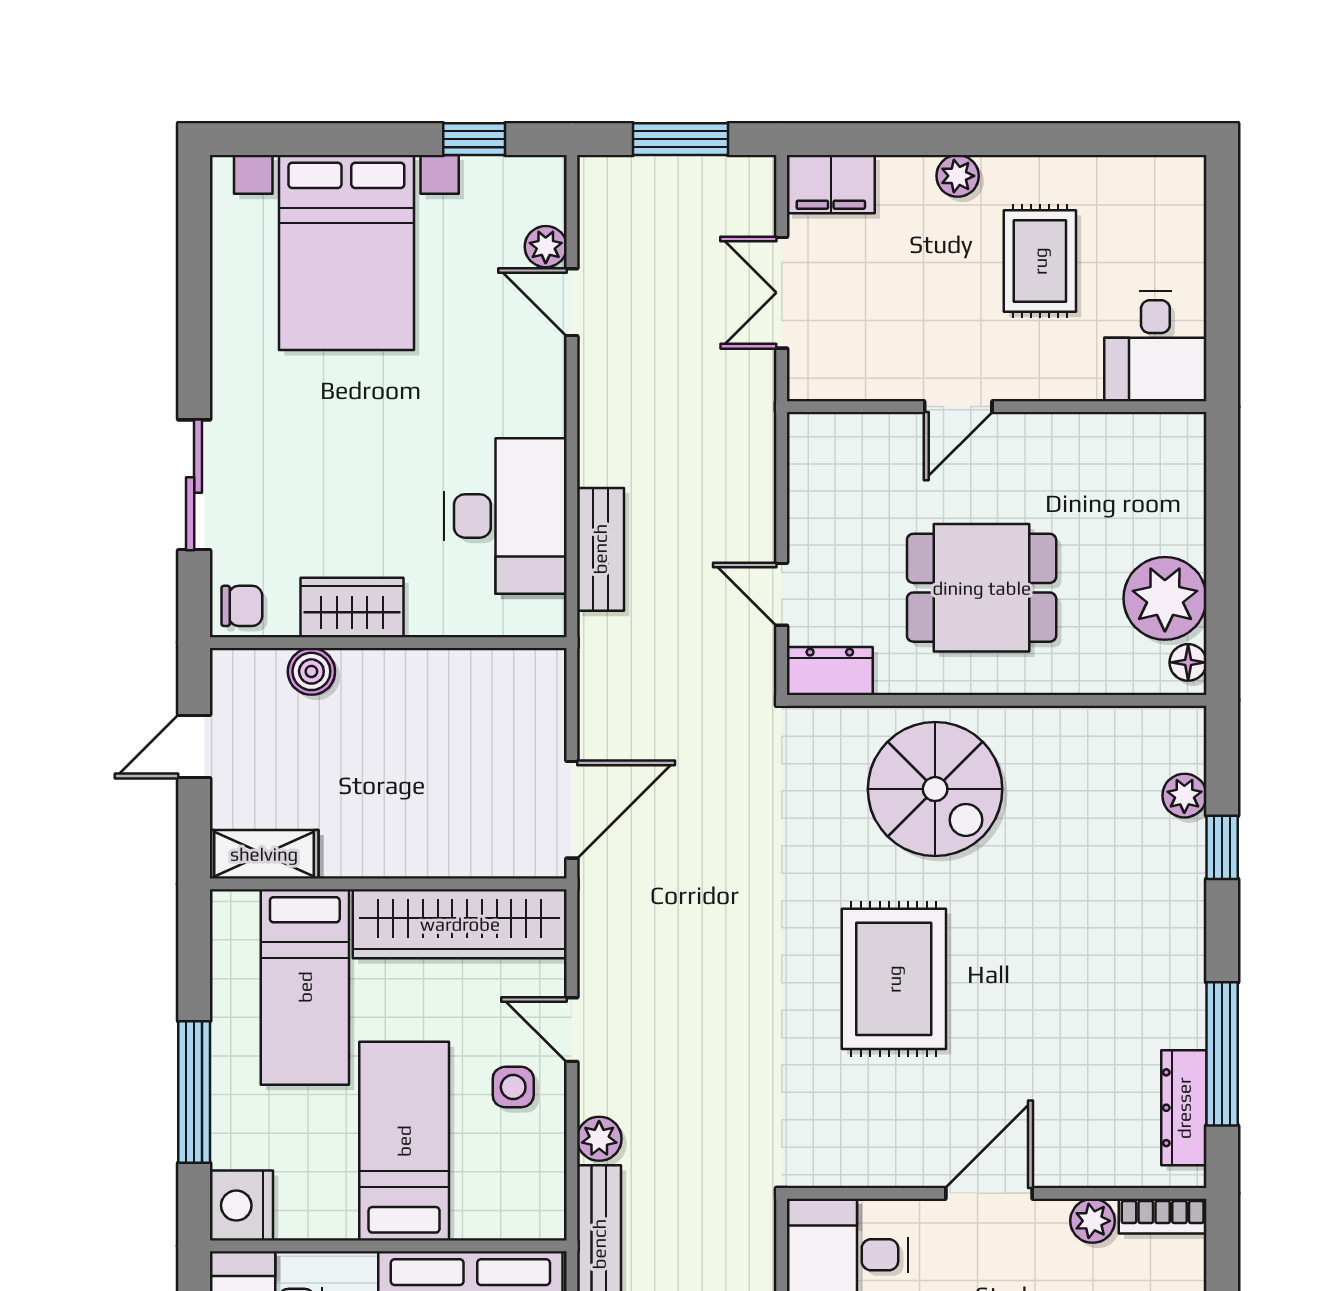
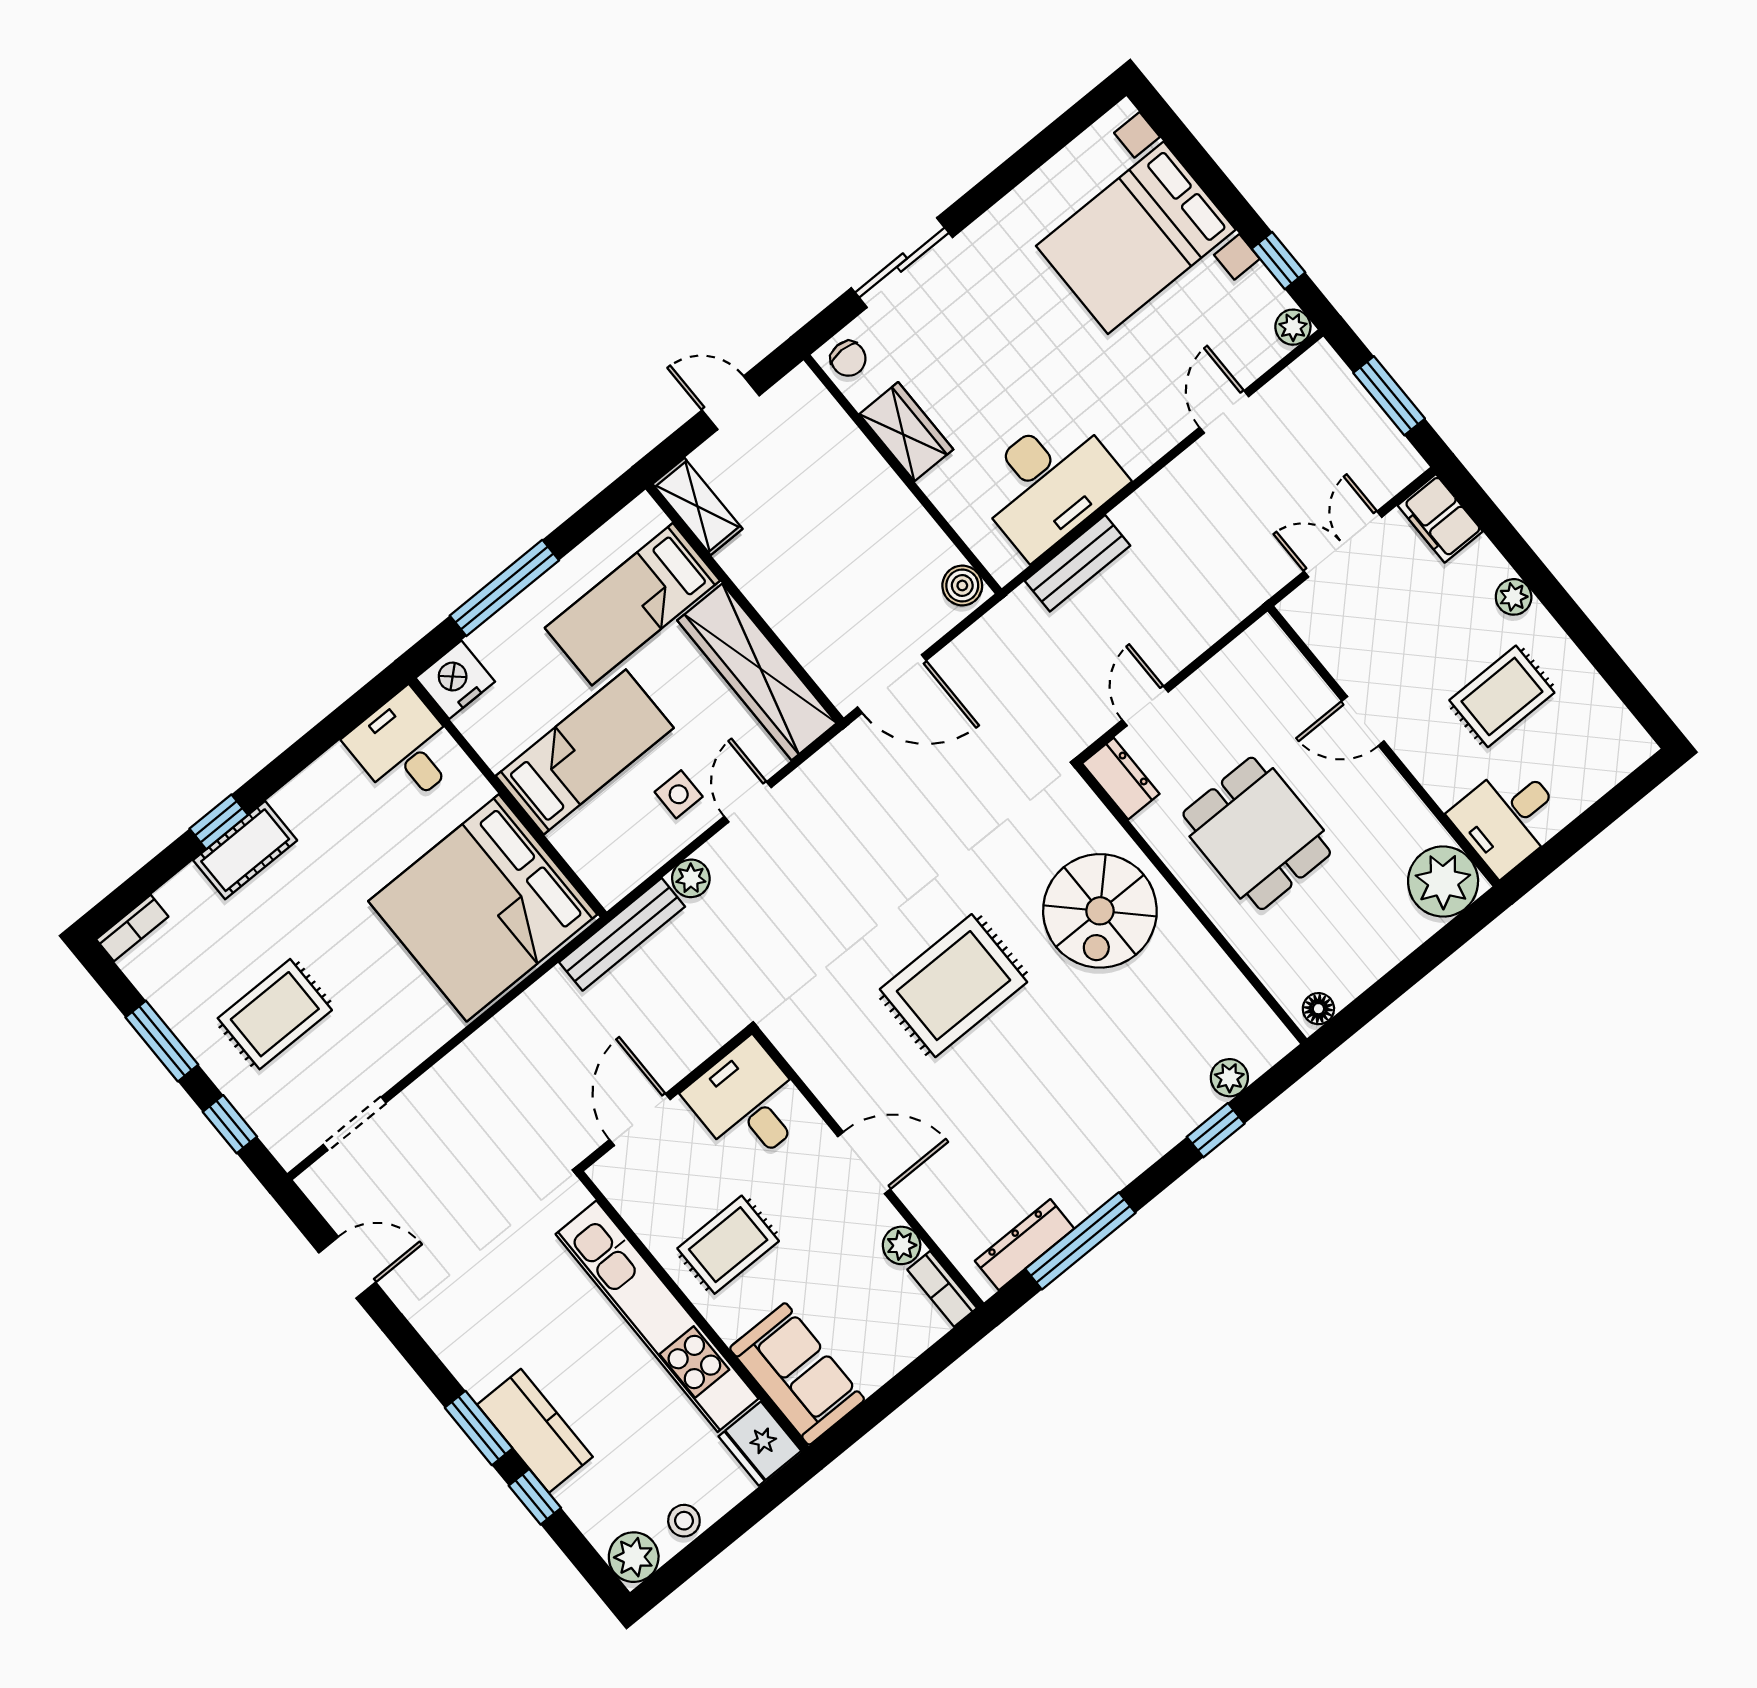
plant: (546, 247) -> (1293, 327), moved
plant: (1165, 598) -> (1443, 881), moved
boiler: (311, 671) -> (962, 585), moved

